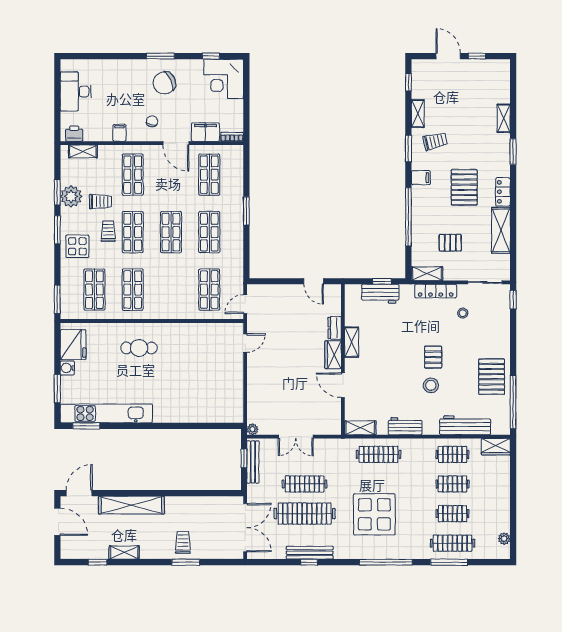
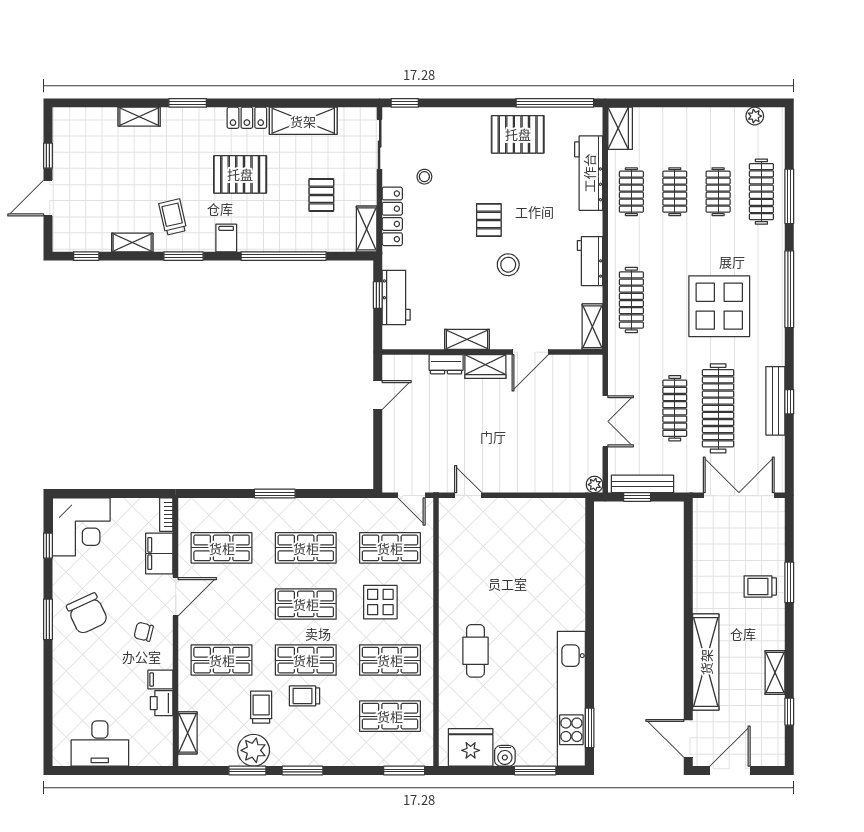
printer: (74, 134) -> (162, 703), moved
display table: (77, 246) -> (380, 602), moved
pallet: (433, 357) -> (489, 220), turned 90
stool: (431, 385) -> (508, 265), moved

